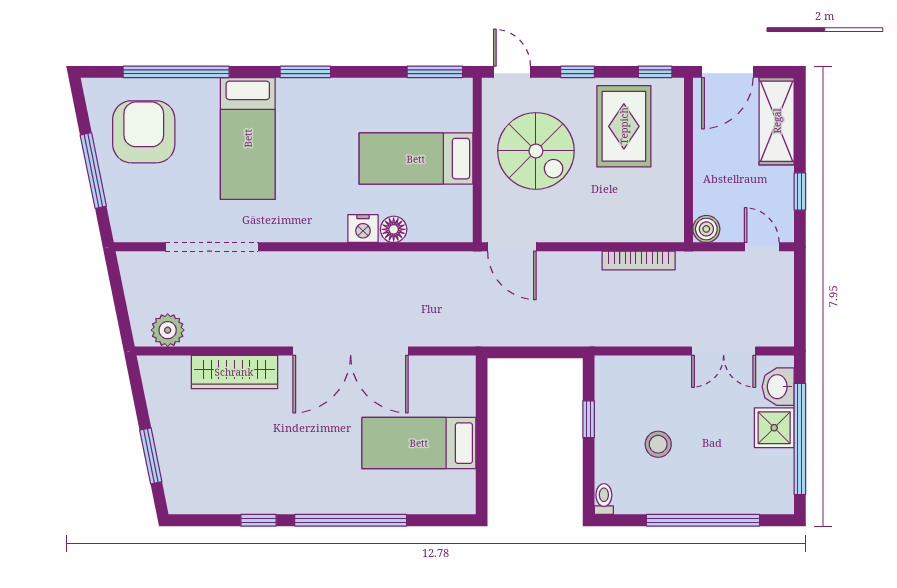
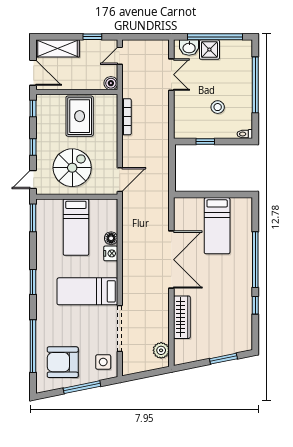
rug: (624, 126) -> (80, 116), moved, turned 90
bed: (248, 138) -> (87, 291), moved, turned 180
side table: (144, 214) -> (103, 362), added

